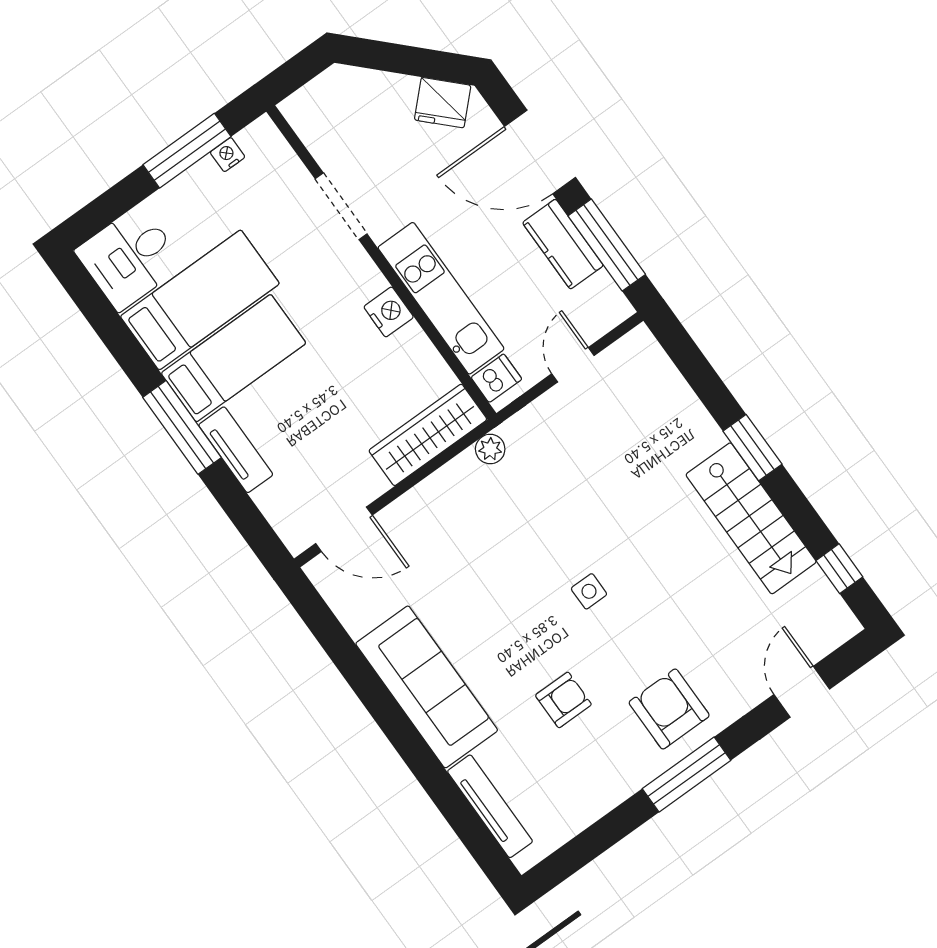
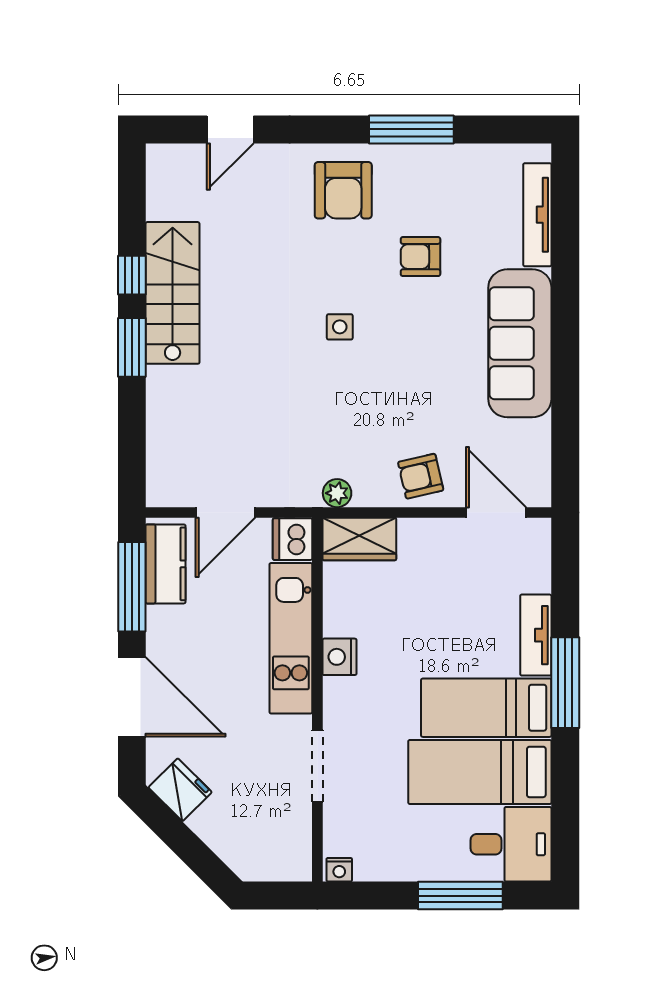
window: (187, 151) -> (460, 896), moved
nightstand: (228, 155) -> (339, 870), moved
kitchen counter: (563, 244) -> (166, 564), moved
door: (573, 365) -> (225, 512), width x1.38
dishwasher: (496, 378) -> (293, 539), width x1.38
wardrobe: (428, 435) -> (359, 539), width x0.67
armchair: (430, 514) -> (421, 476), added
window: (839, 569) -> (132, 275), moved
window: (687, 774) -> (411, 129), moved

